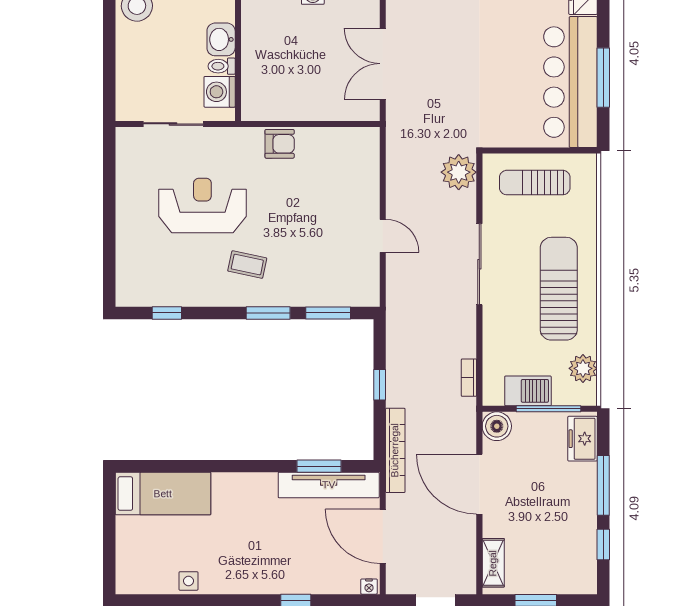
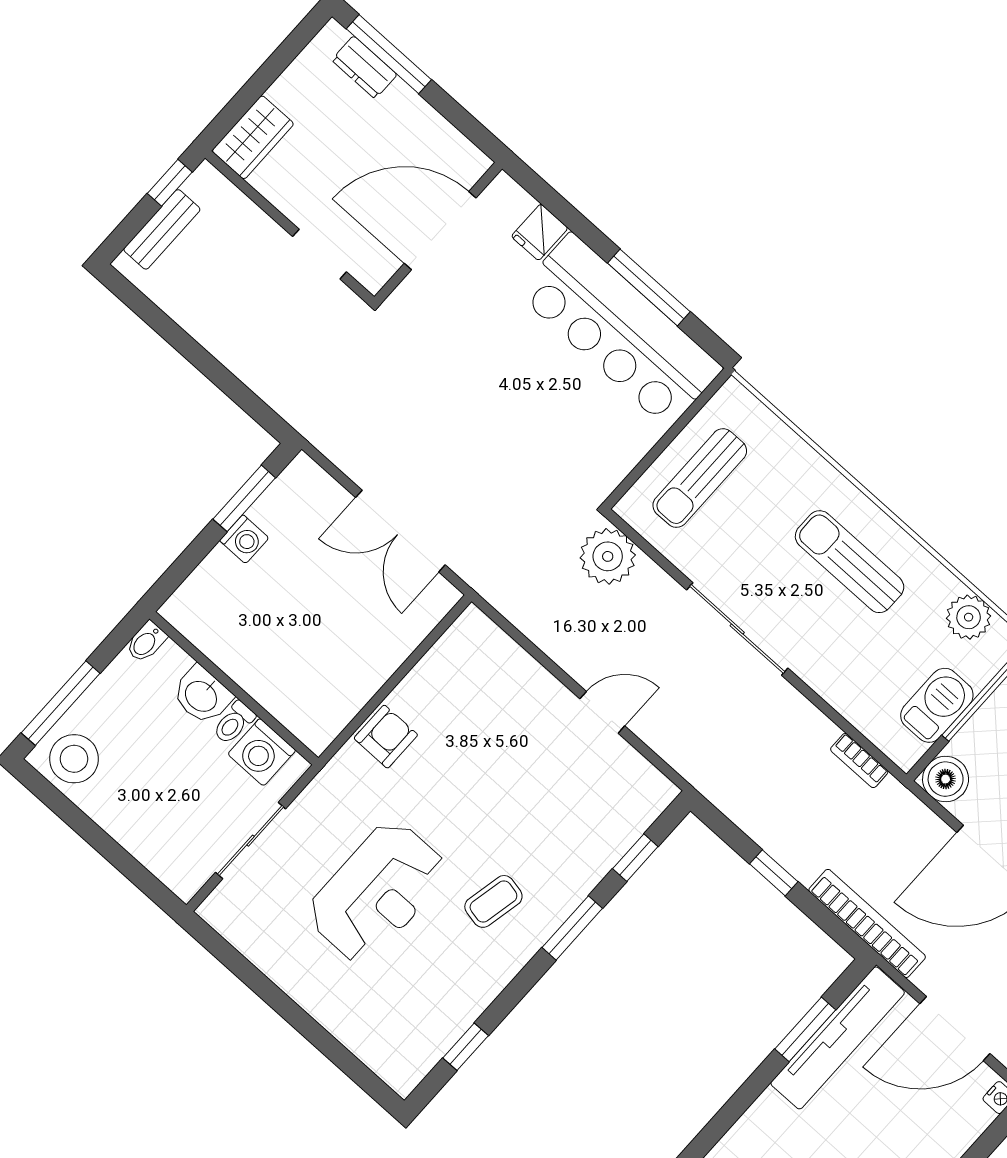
reception desk: (202, 205) -> (377, 892), turned 180
sun lounger: (559, 289) -> (850, 562), width x0.73, depth x0.75
window: (328, 313) -> (635, 858), width x0.67

